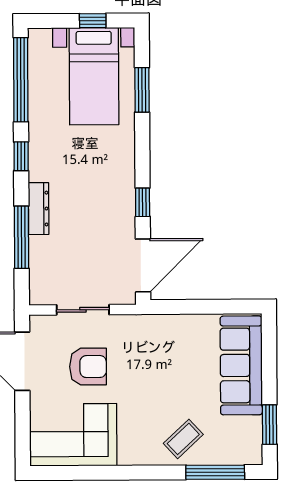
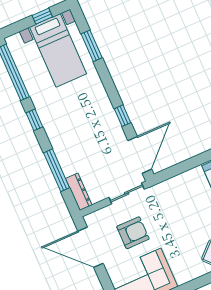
dresser: (39, 209) -> (79, 192), moved
sliding door: (83, 310) -> (127, 193), moved

